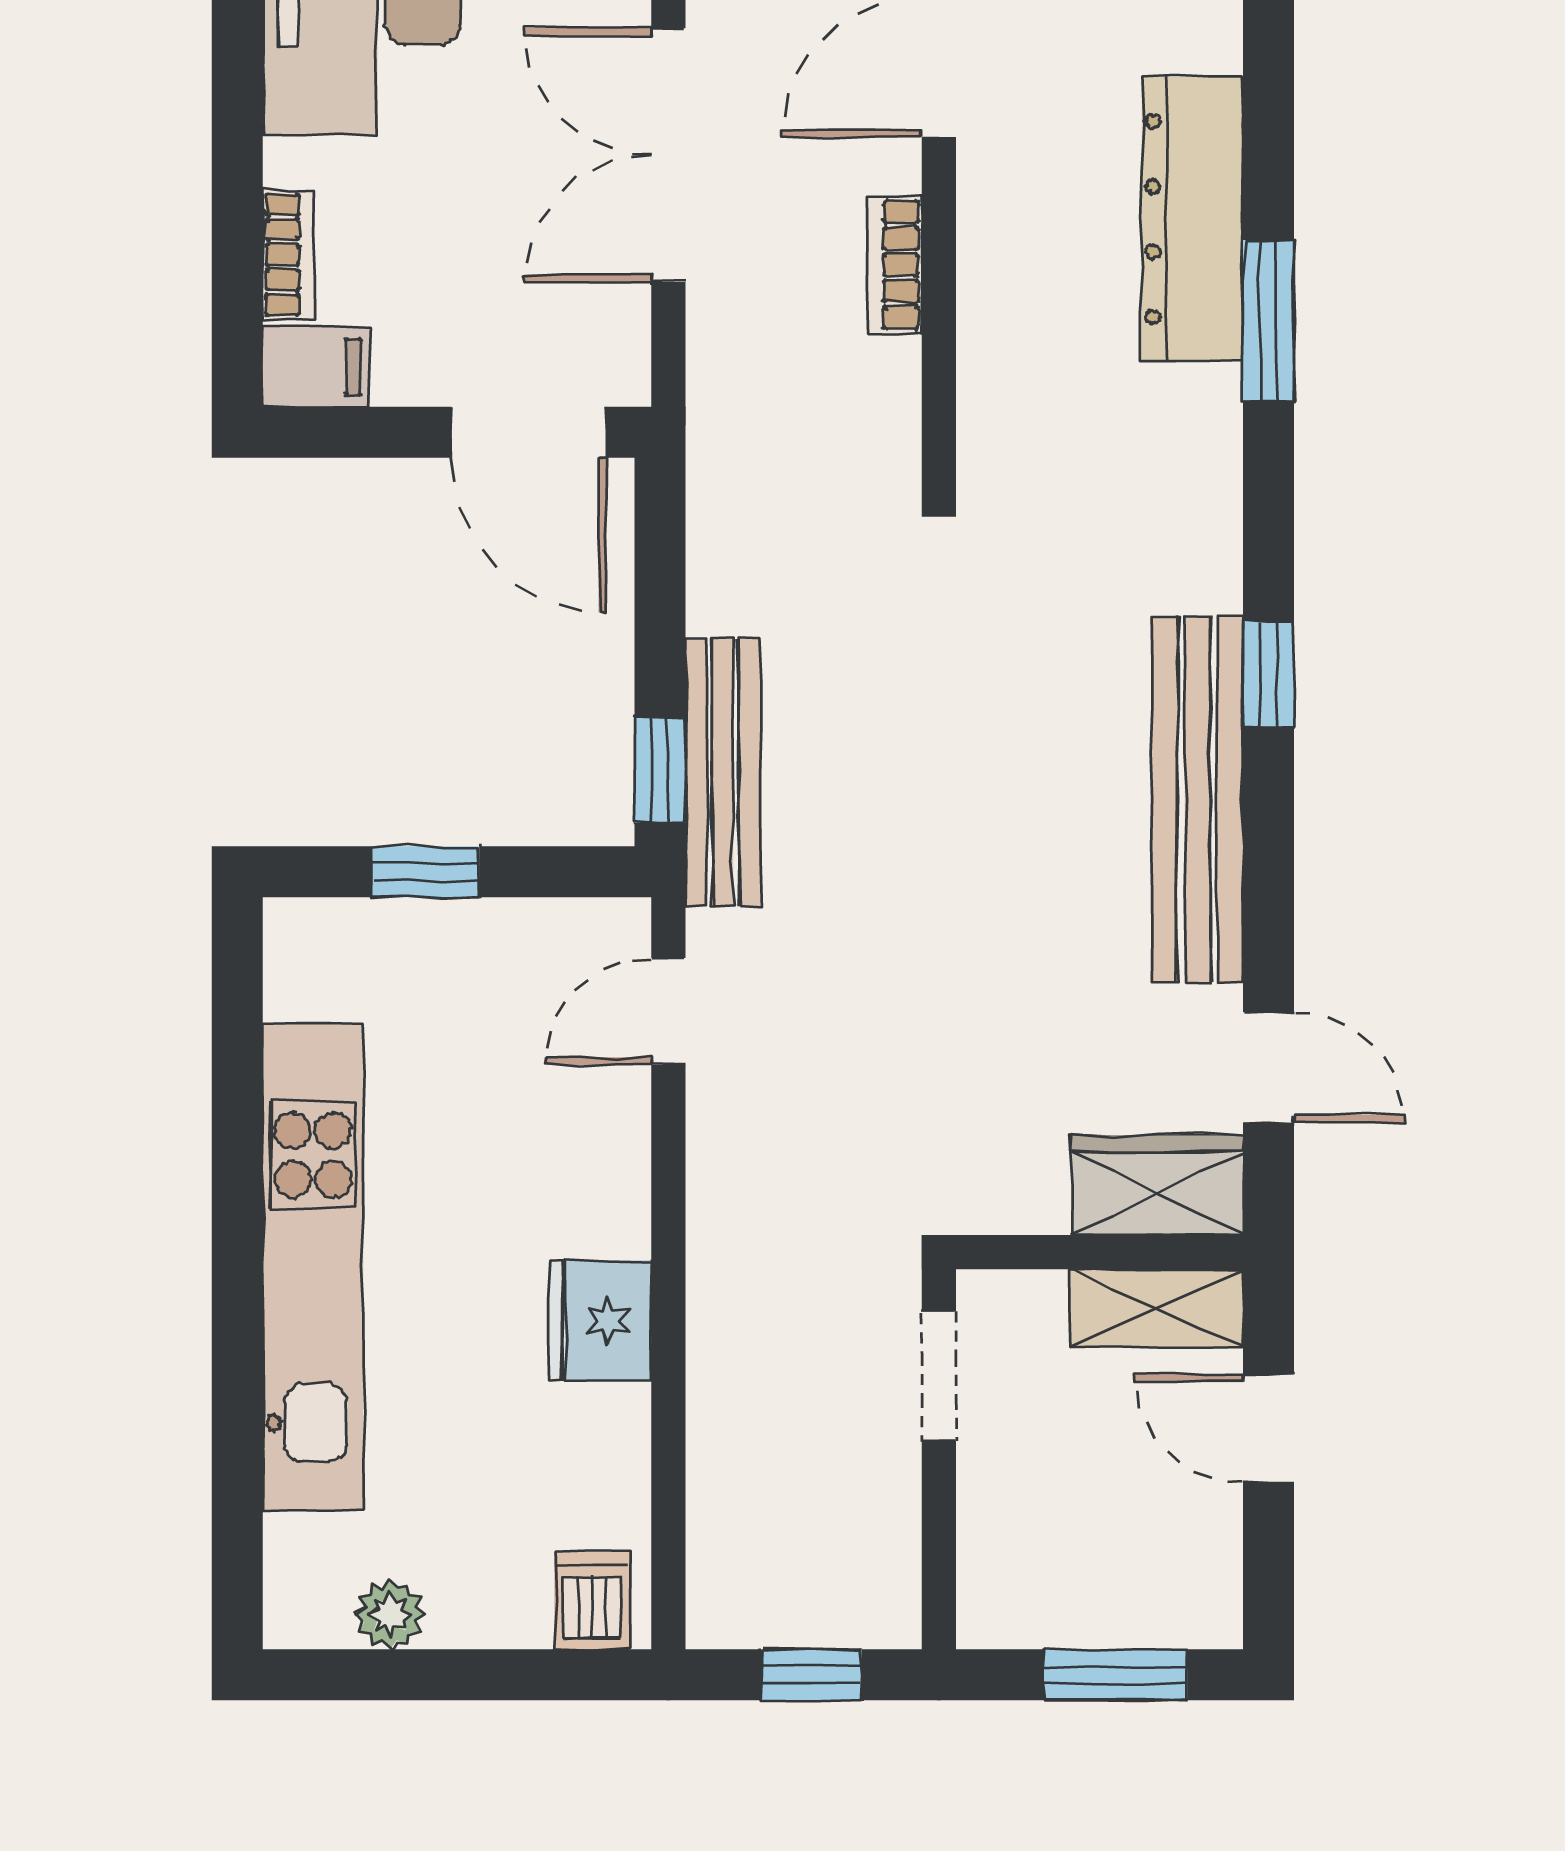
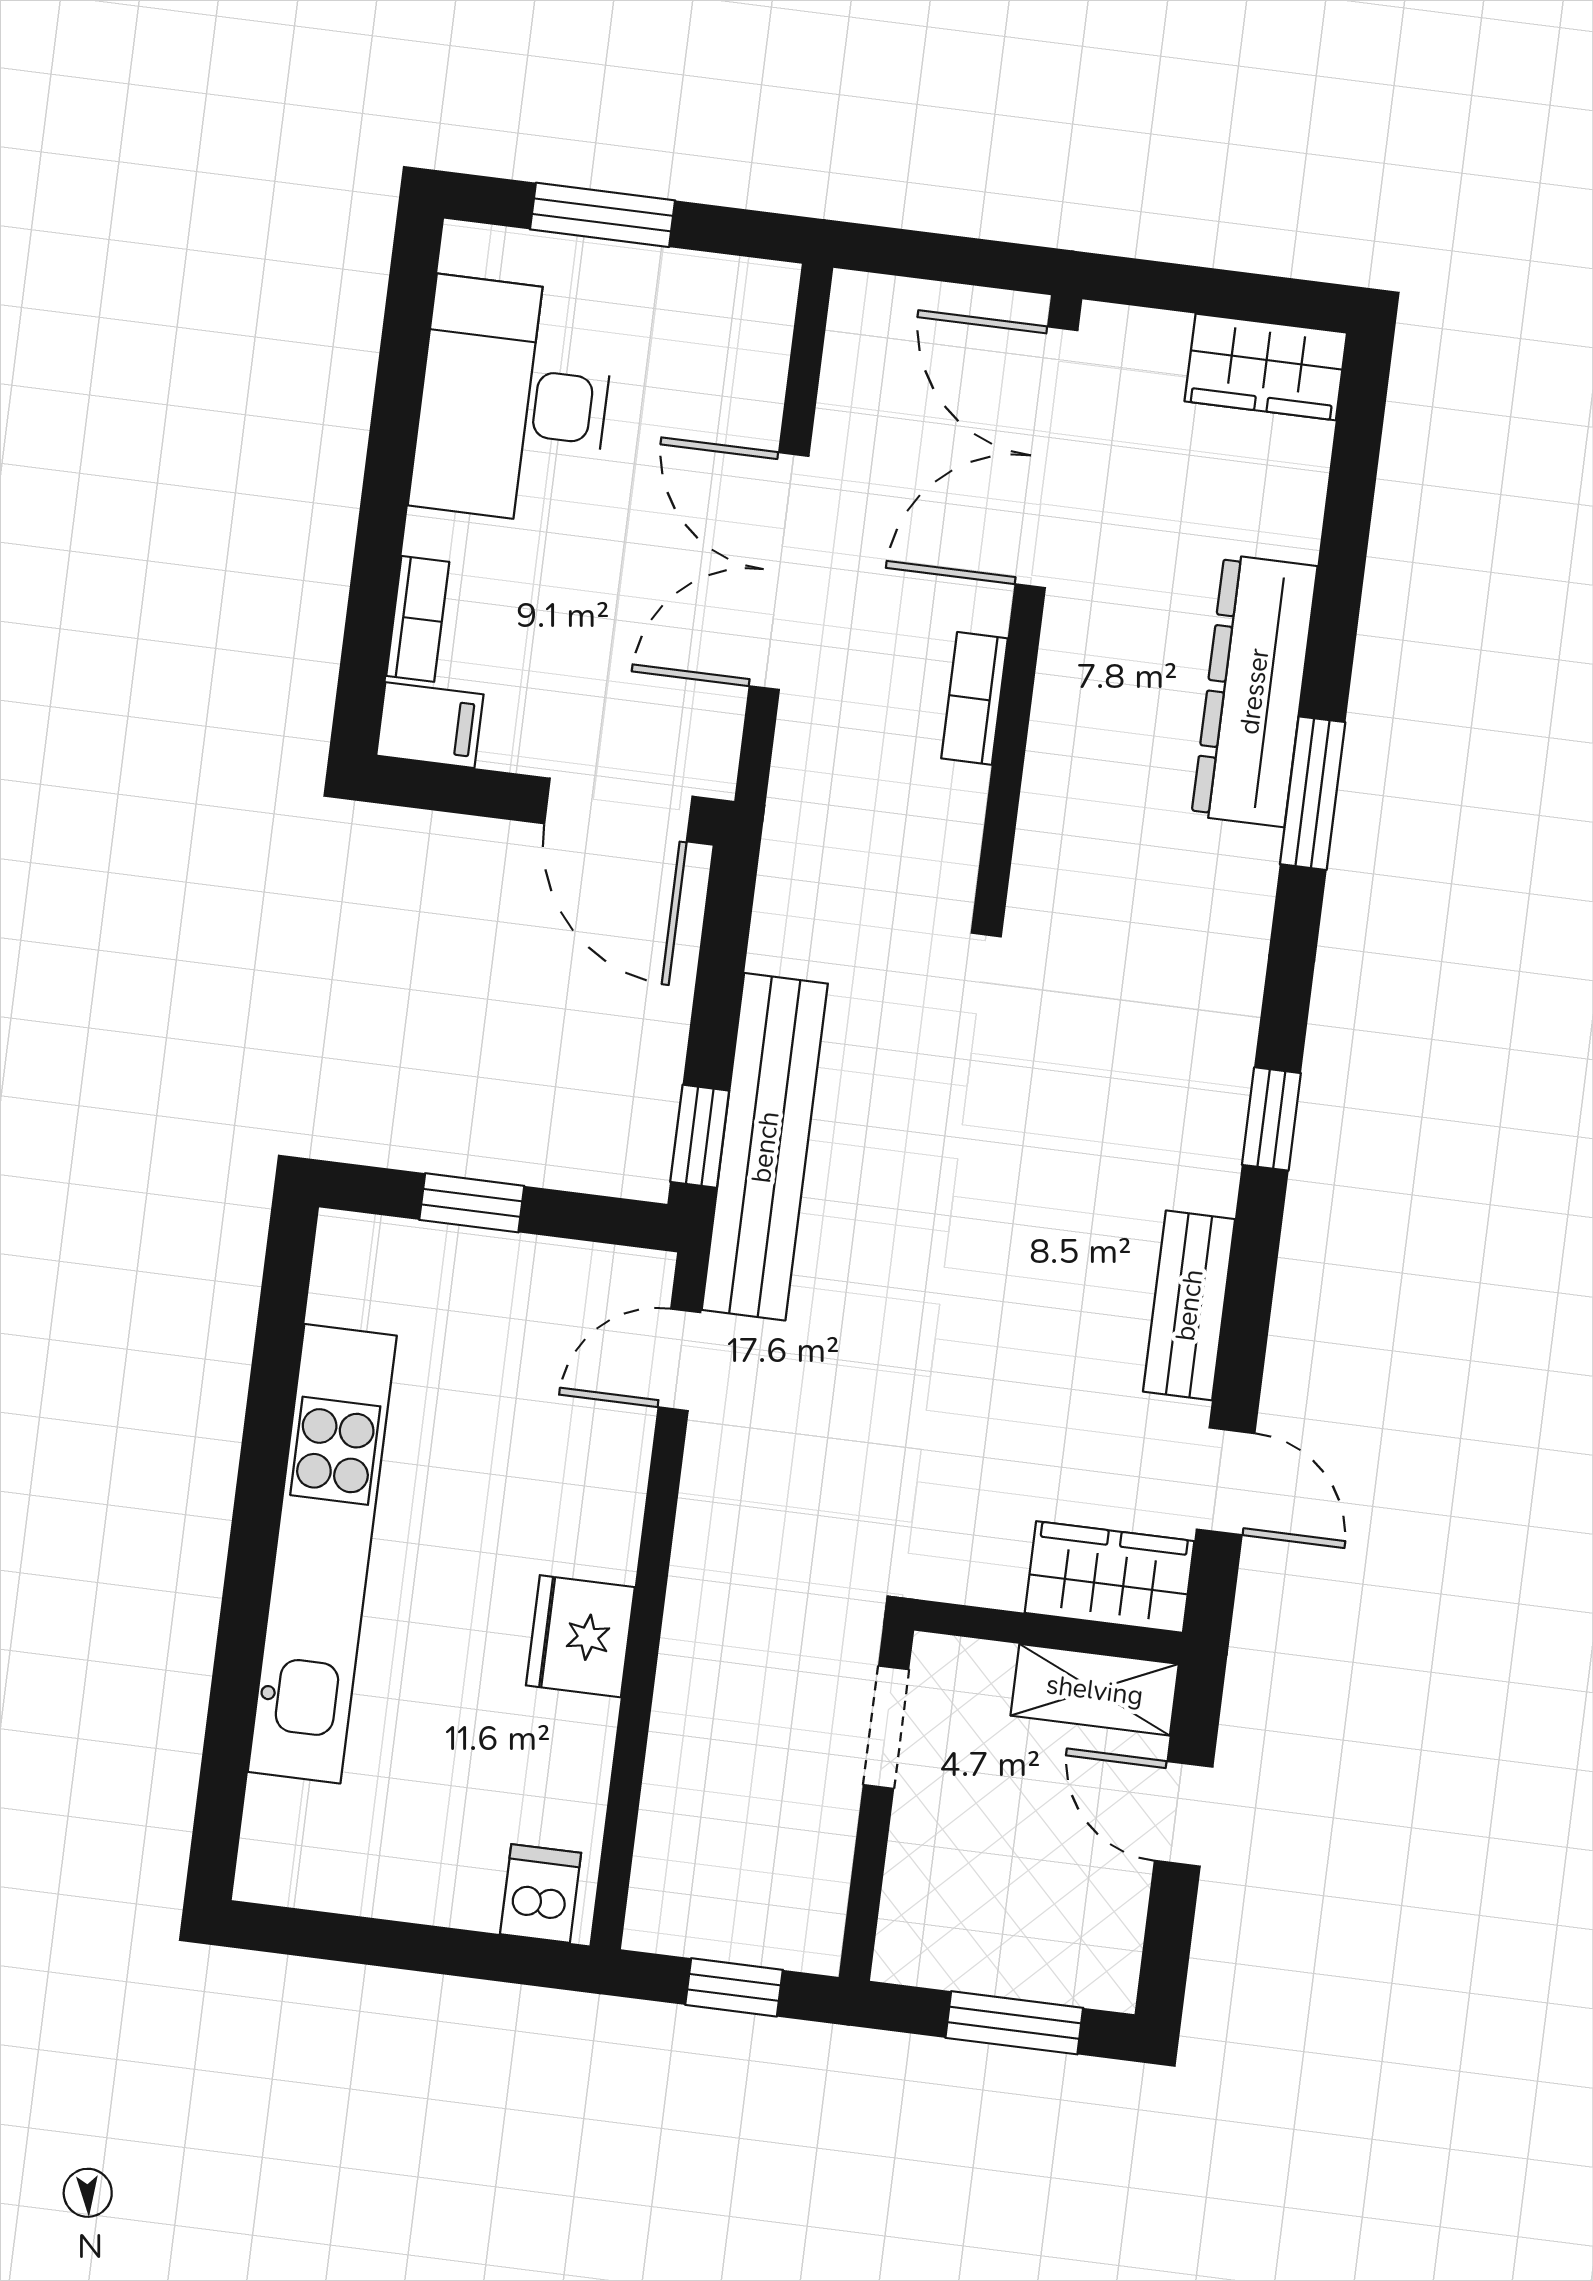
bench: (723, 772) -> (765, 1147), width x1.37, depth x1.21
bench: (1198, 800) -> (1189, 1305), width x0.54, depth x0.82
plant: (390, 1614) -> (353, 1883), removed

